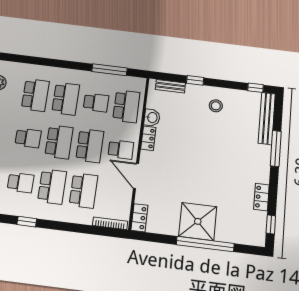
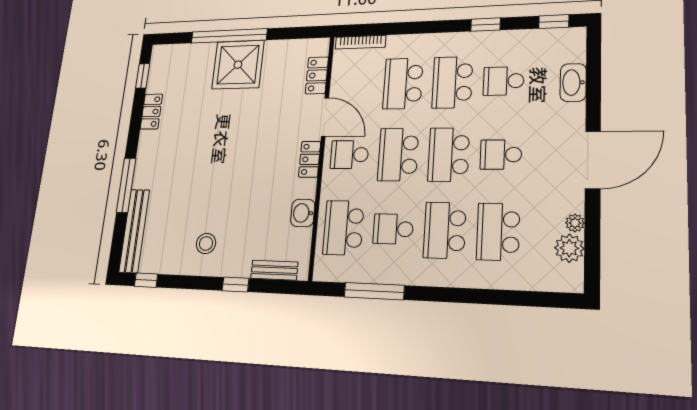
locker: (148, 138) -> (310, 159), moved
locker: (139, 218) -> (317, 75), moved

